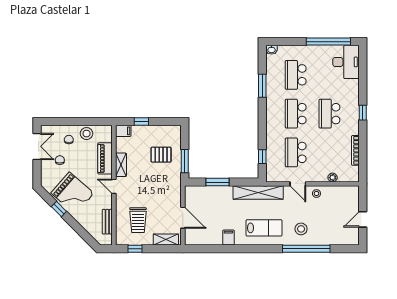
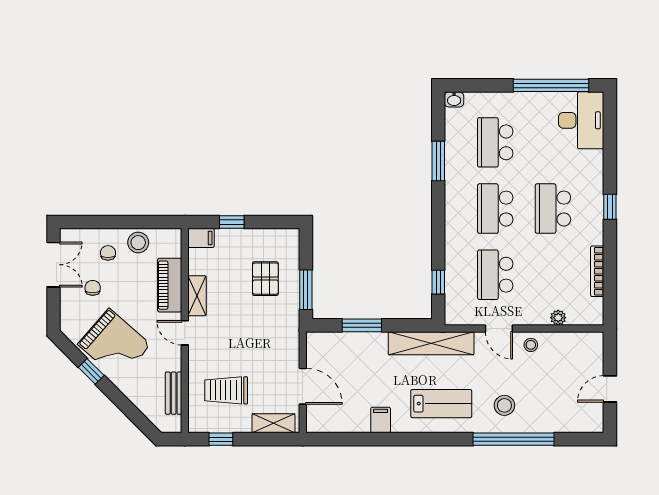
pallet: (161, 155) -> (265, 279), turned 90
trolley: (138, 220) -> (226, 390), turned 90

